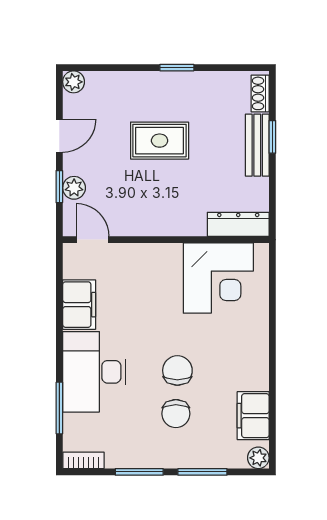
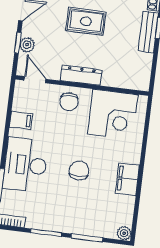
dresser: (238, 224) -> (81, 75), moved
filing cabinet: (79, 305) -> (21, 120), width x0.50
chair: (176, 414) -> (69, 102), moved
filing cabinet: (253, 416) -> (127, 179), moved

